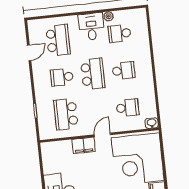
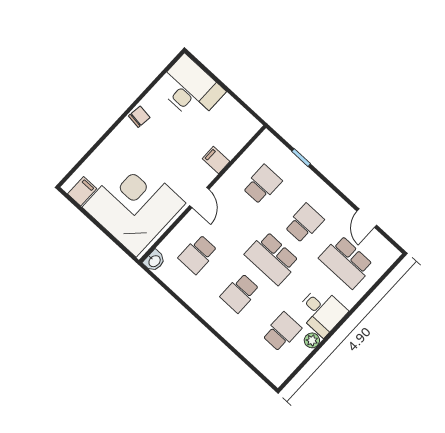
school desk: (66, 114) -> (262, 184), width x0.54
filing cabinet: (84, 145) -> (216, 160), width x0.50

